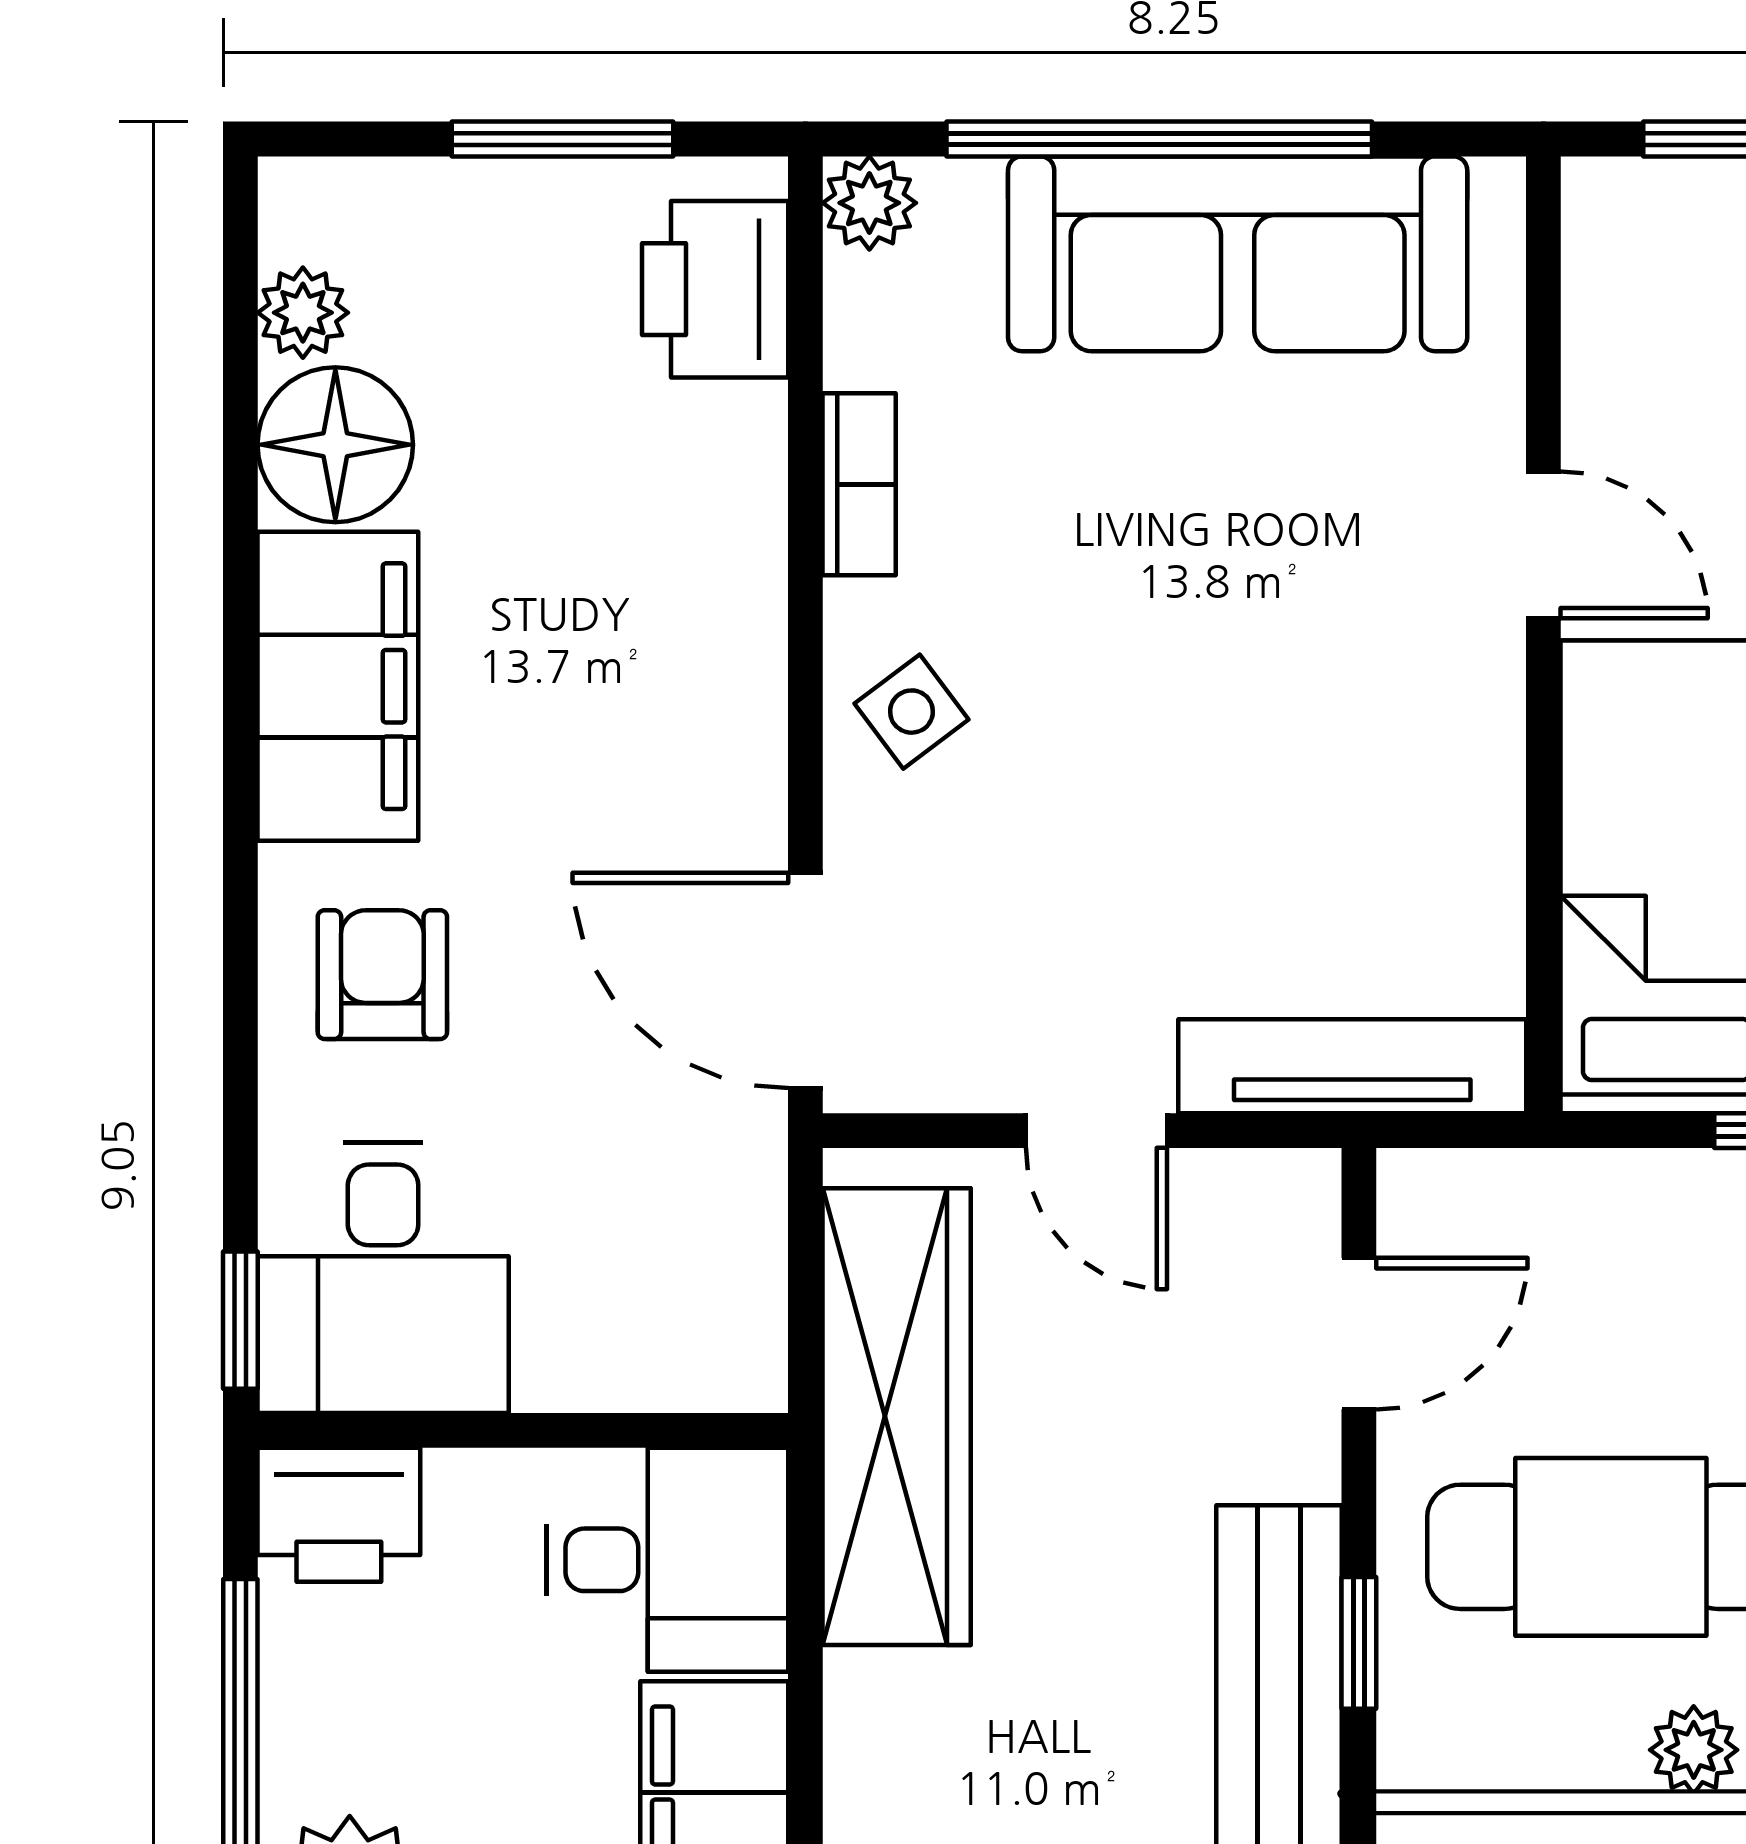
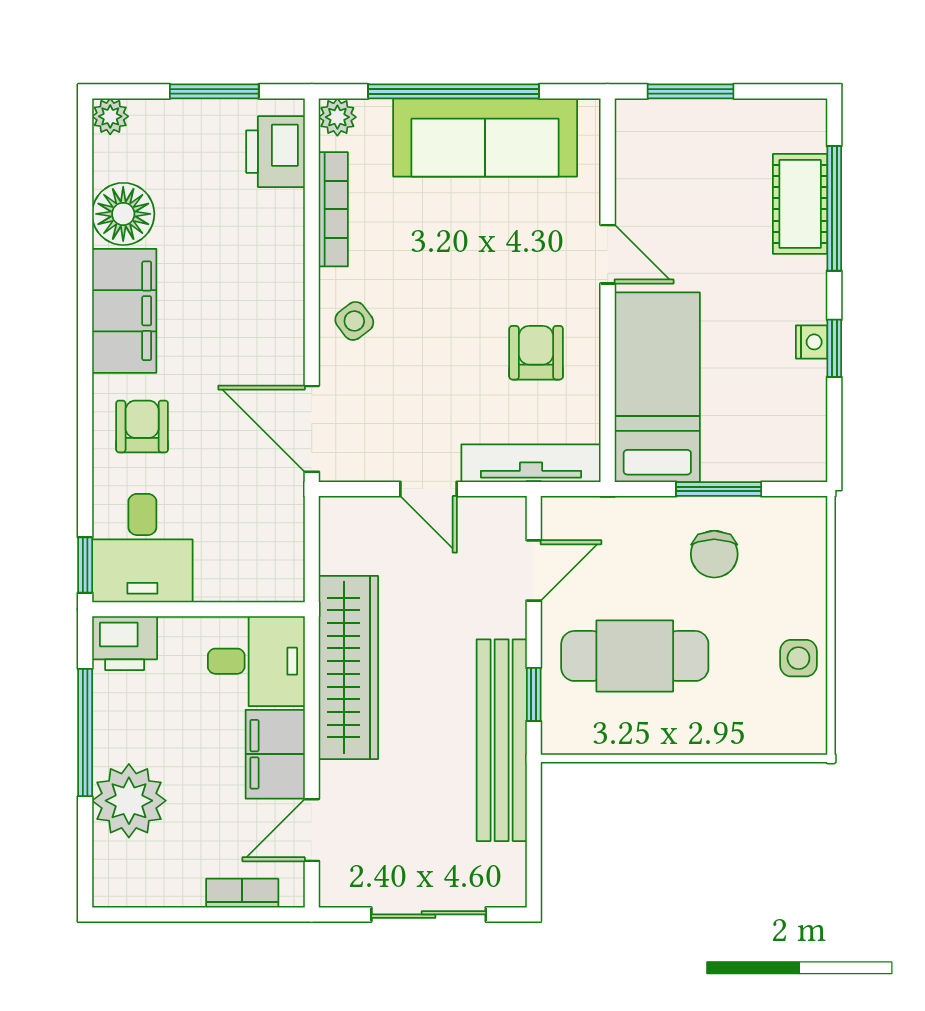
plant: (303, 313) -> (110, 116), moved
bookcase: (859, 484) -> (333, 209), width x1.56
armchair: (1365, 791) -> (536, 353), added
wardrobe: (897, 1417) -> (348, 667), moved
plant: (1694, 1750) -> (668, 737), removed

